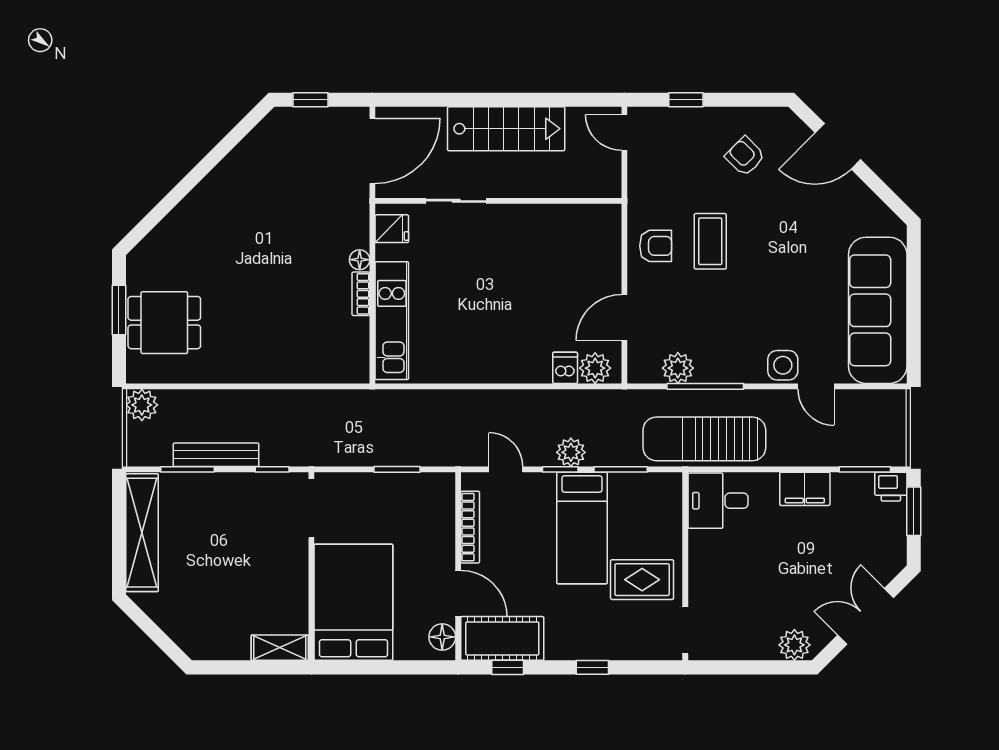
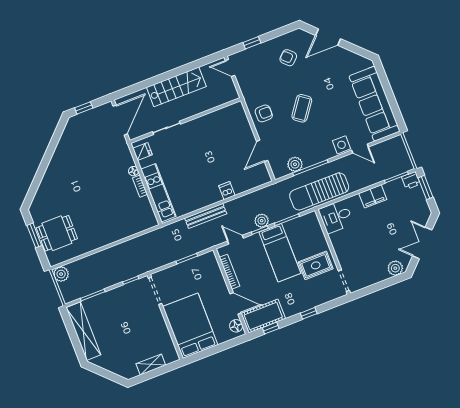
coffee table: (710, 241) -> (302, 108), moved, turned 36
dishwasher: (565, 368) -> (227, 191), moved
plant: (595, 368) -> (258, 179), removed
bench: (216, 455) -> (206, 216), moved
shelving: (280, 648) -> (151, 364), moved

